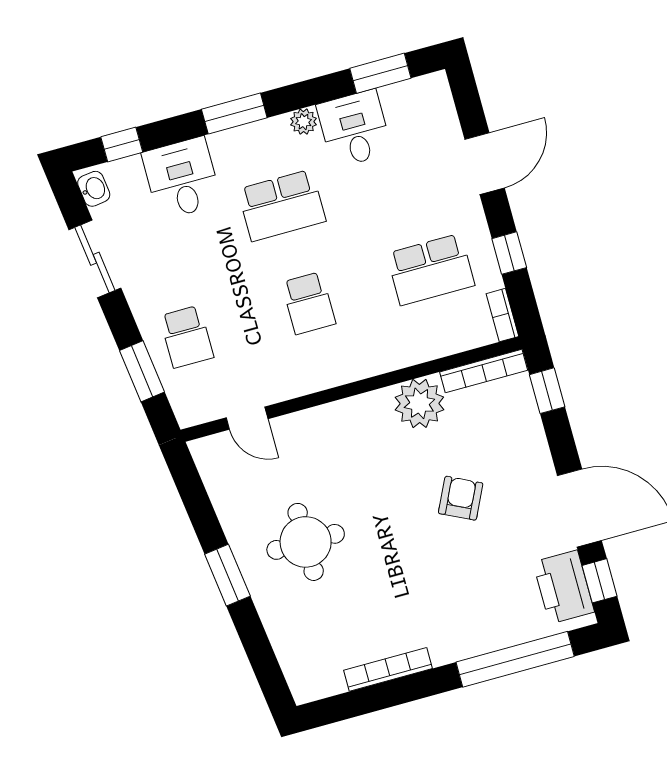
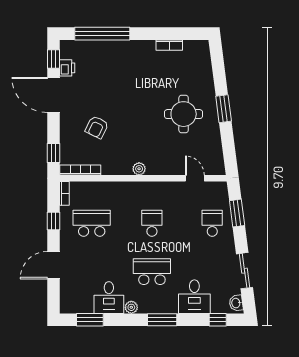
plant: (419, 403) -> (139, 169), moved, width x0.53, depth x0.53
armchair: (461, 498) -> (97, 127), moved
printer: (564, 587) -> (67, 68), width x0.53, depth x0.68
bookcase: (388, 669) -> (169, 45), width x0.64

